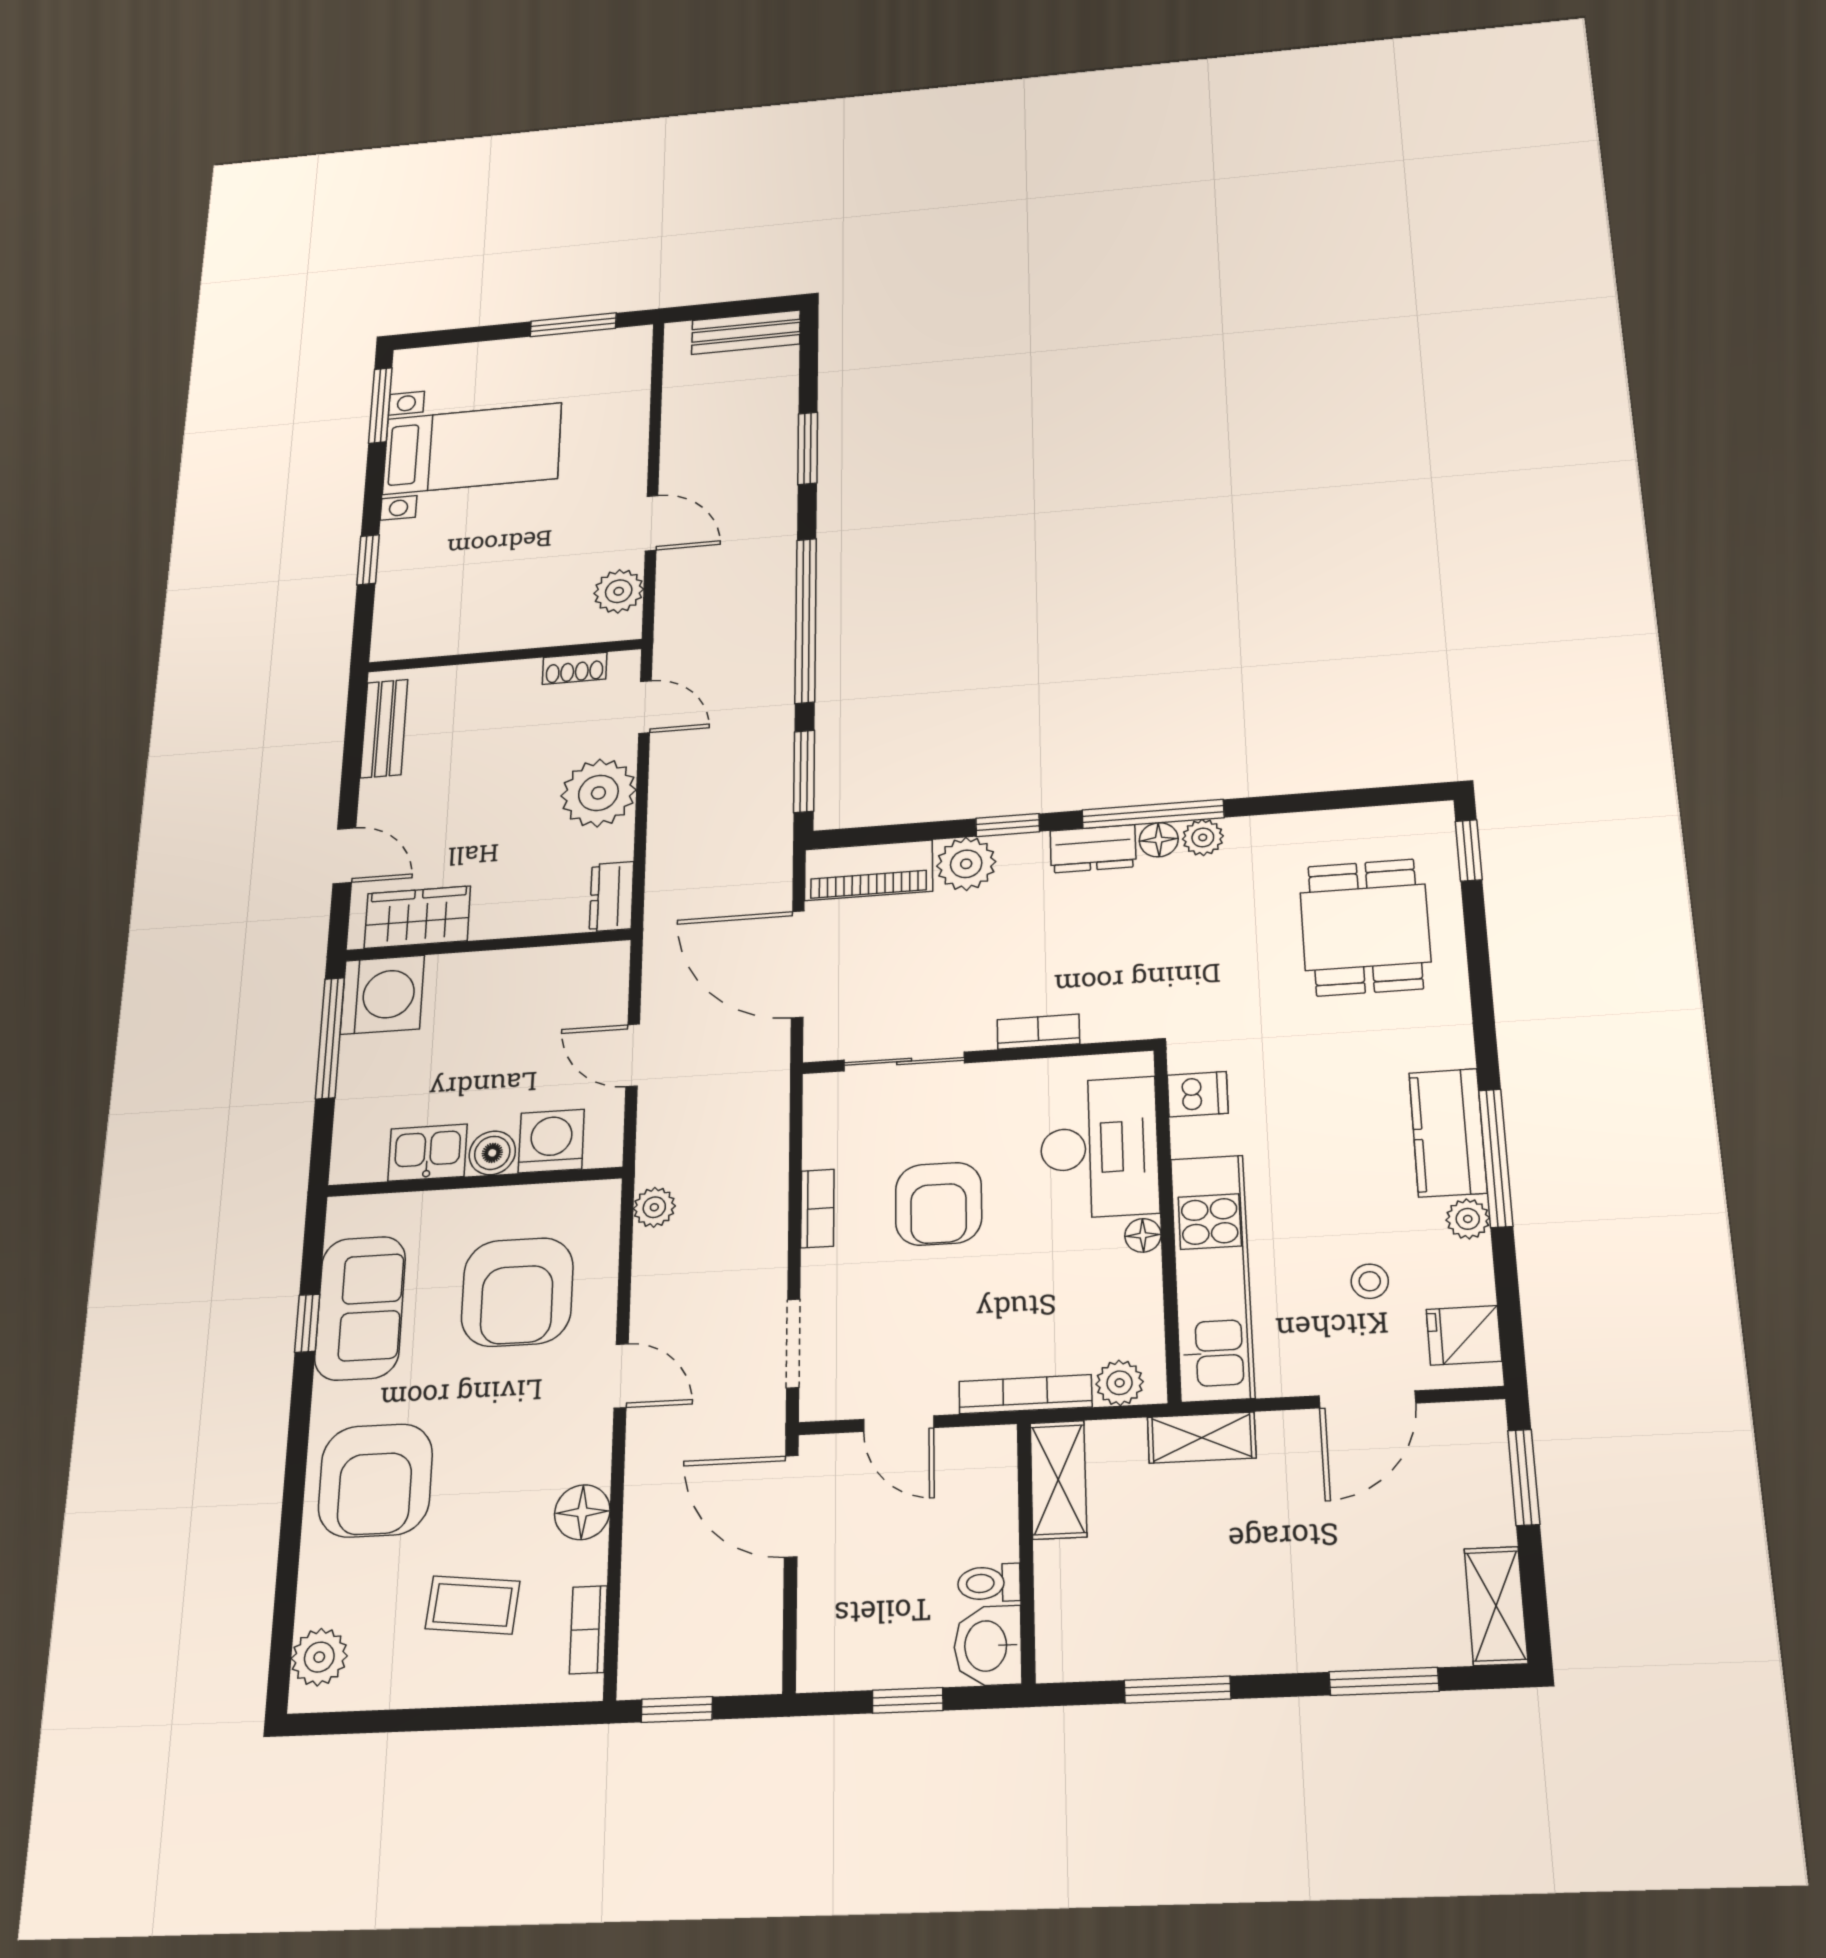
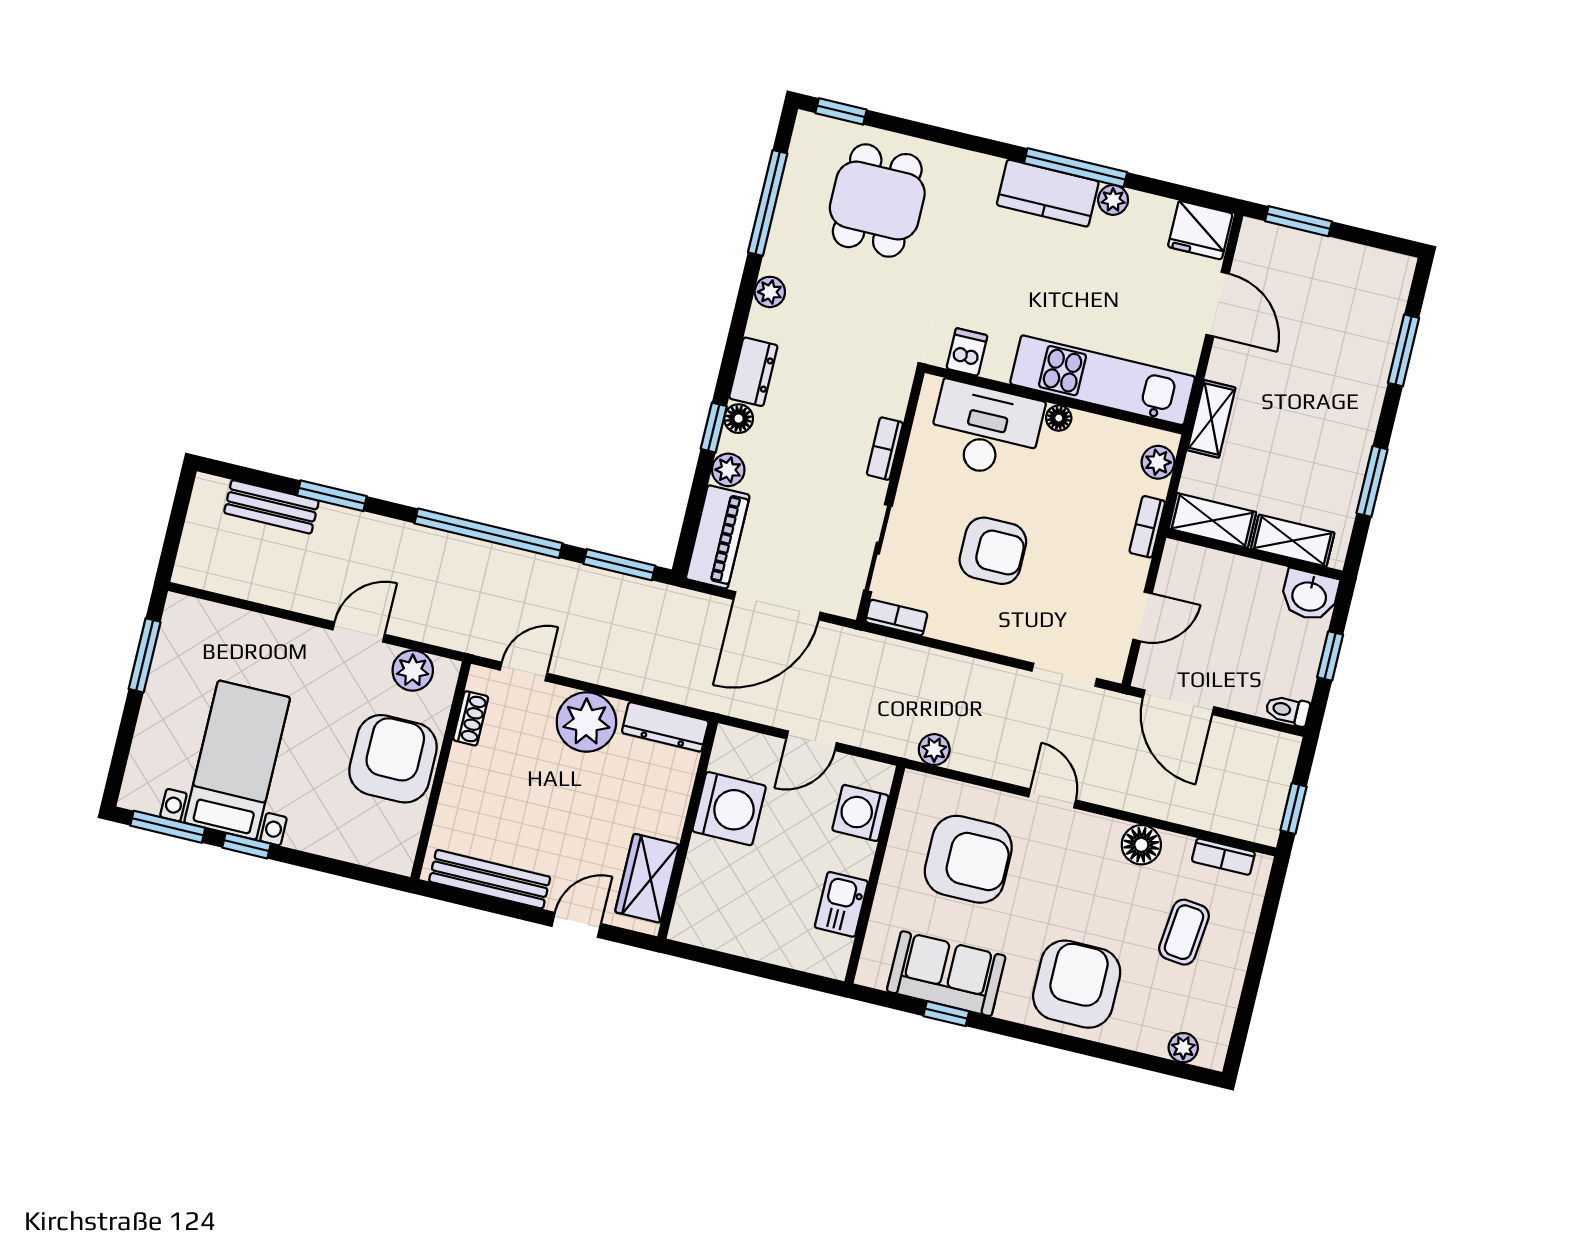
bench: (746, 332) -> (271, 507), moved, turned 90
window: (368, 560) -> (247, 846), moved
armchair: (508, 603) -> (393, 759), added
bench: (384, 728) -> (490, 879), width x1.36
window: (1153, 814) -> (768, 203), moved
floor lamp: (1159, 840) -> (739, 419), moved
plant: (966, 864) -> (728, 470), width x0.73, depth x0.73
dresser: (612, 897) -> (665, 727), width x1.44
dining table: (1365, 927) -> (877, 201), turned 90
washing machine: (382, 995) -> (729, 809), moved, turned 90
window: (330, 1038) -> (727, 961), removed
boiler: (492, 1153) -> (856, 857), removed
bookcase: (817, 1208) -> (896, 618), moved
stool: (1370, 1281) -> (1137, 278), removed
fridge: (1464, 1335) -> (1200, 230), width x1.38
door: (621, 1376) -> (1052, 798), hinge flipped
bookcase: (1025, 1394) -> (1147, 527), width x0.64
armchair: (375, 1480) -> (1077, 984), turned -90
door: (791, 1506) -> (1178, 702), hinge flipped
toilet: (989, 1583) -> (1288, 710), moved, turned 90
shelving: (1496, 1606) -> (1293, 541), moved
plant: (319, 1657) -> (1183, 1048), width x0.73, depth x0.73

